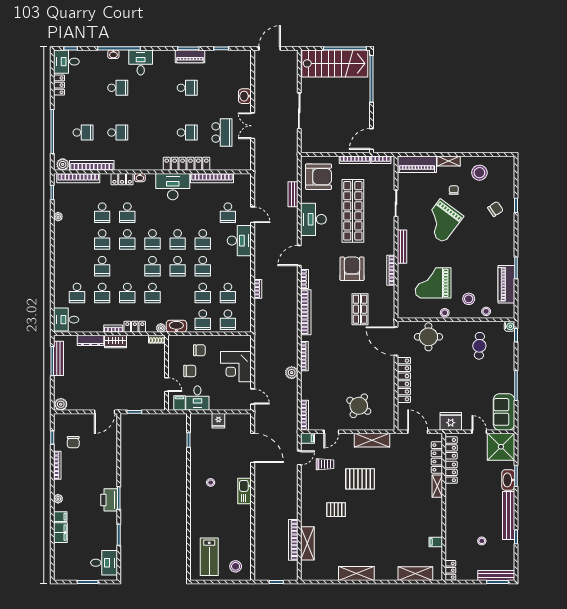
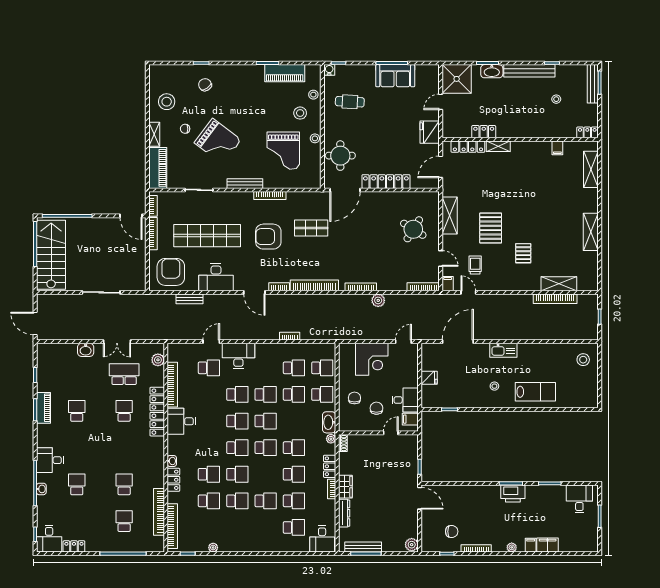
plant: (63, 164) -> (158, 360), moved
desk: (173, 187) -> (181, 421), width x0.73
sofa: (504, 412) -> (395, 76), moved
locker: (451, 448) -> (458, 132), removed
lab bench: (209, 557) -> (535, 392), moved

